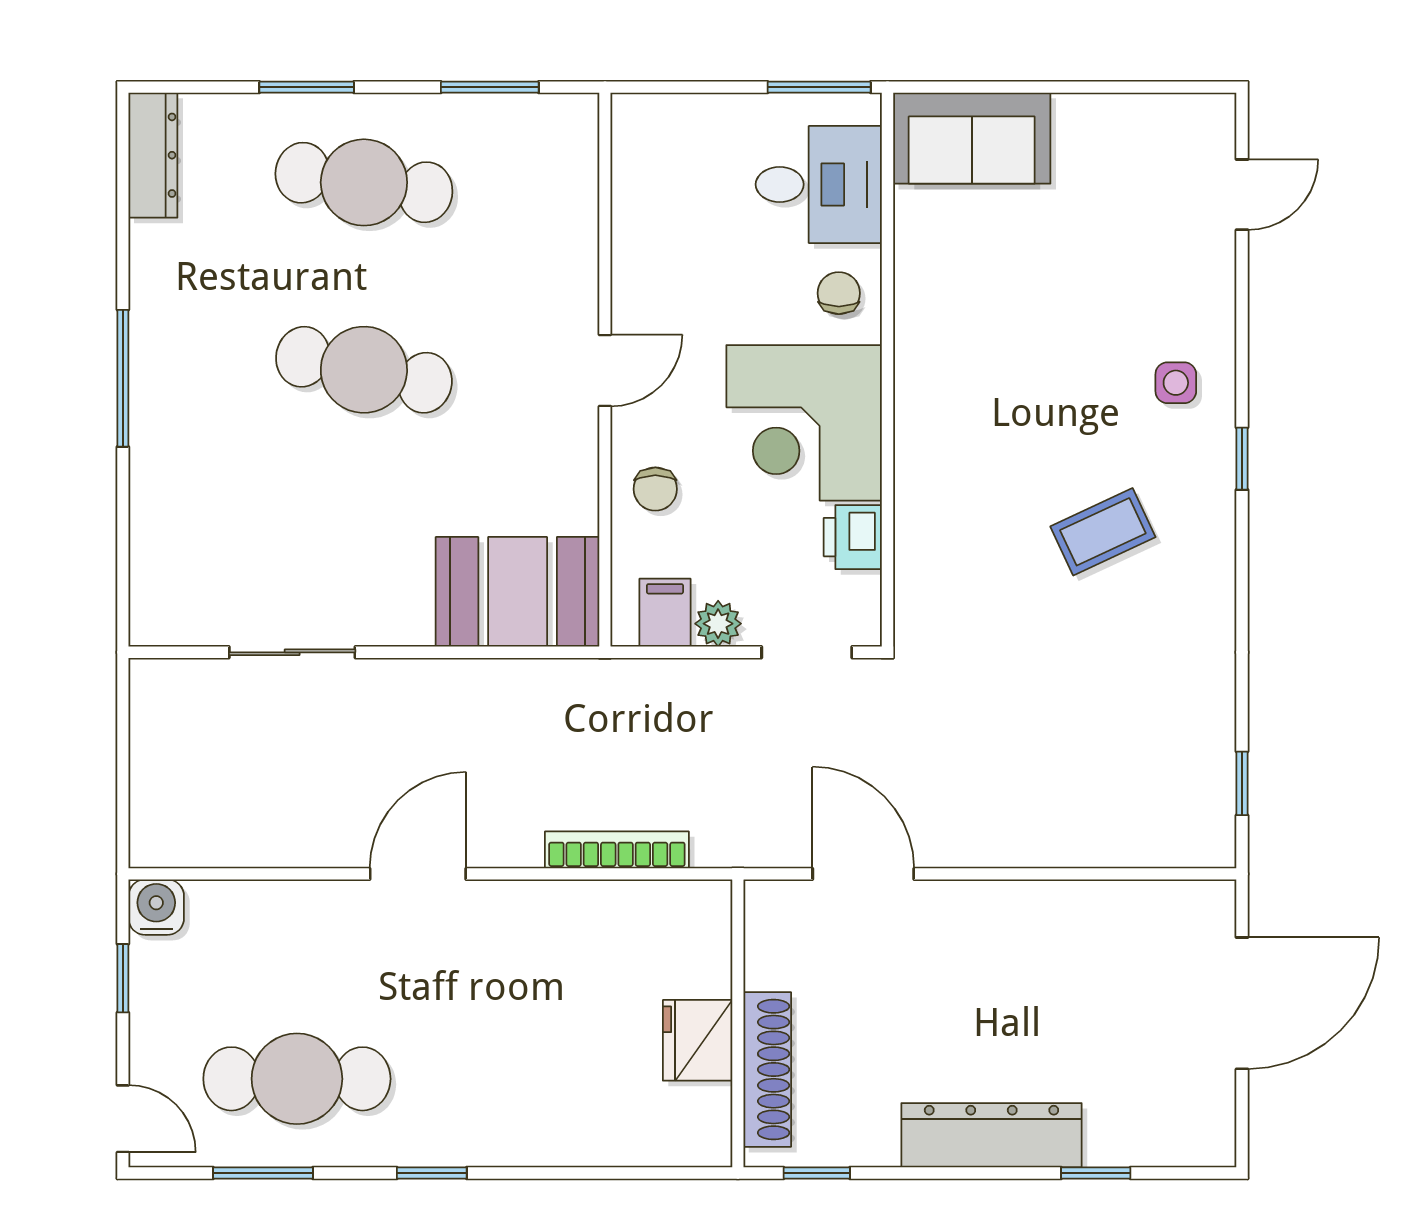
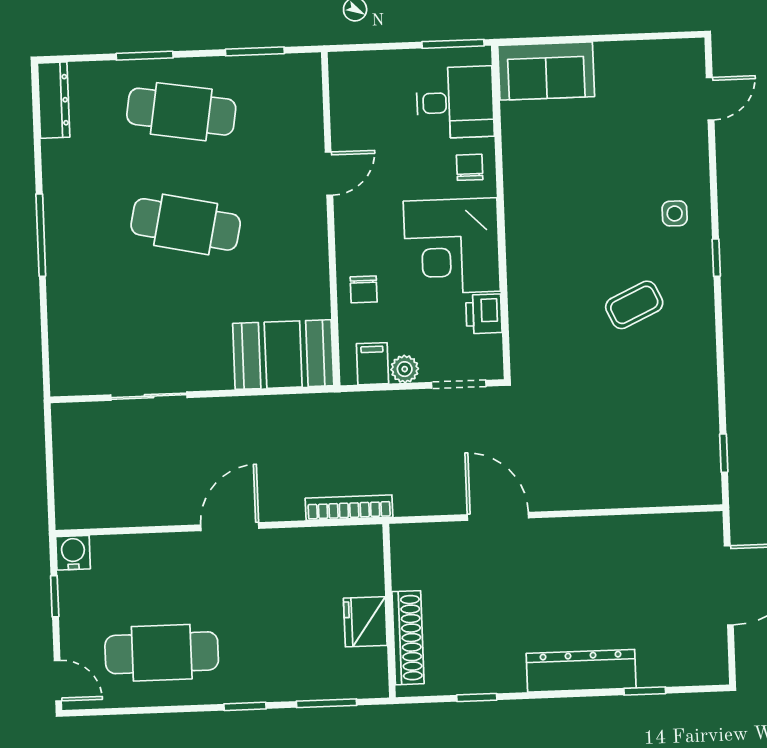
door: (605, 371) -> (329, 174), moved
wall: (738, 1023) -> (389, 611), moved
fridge: (698, 1040) -> (365, 622), moved
shoe rack: (767, 1070) -> (408, 638), moved
window: (263, 1173) -> (327, 703), moved

